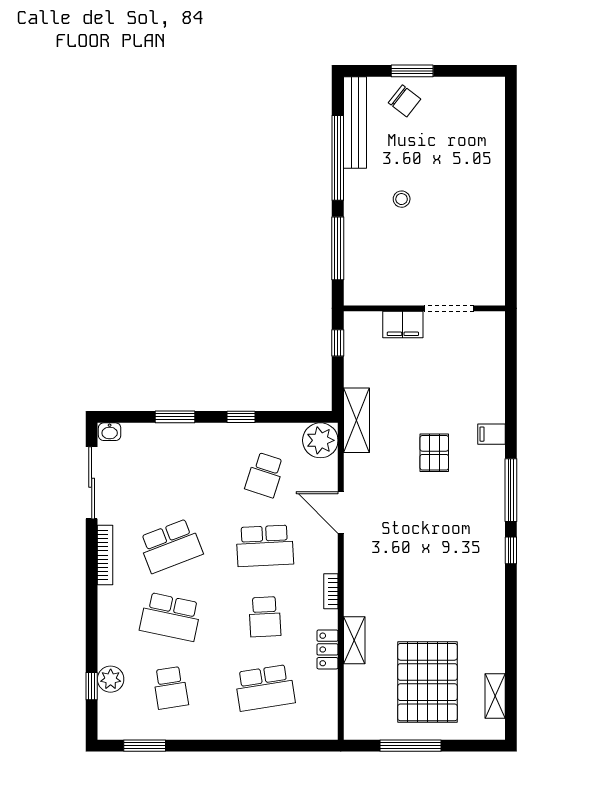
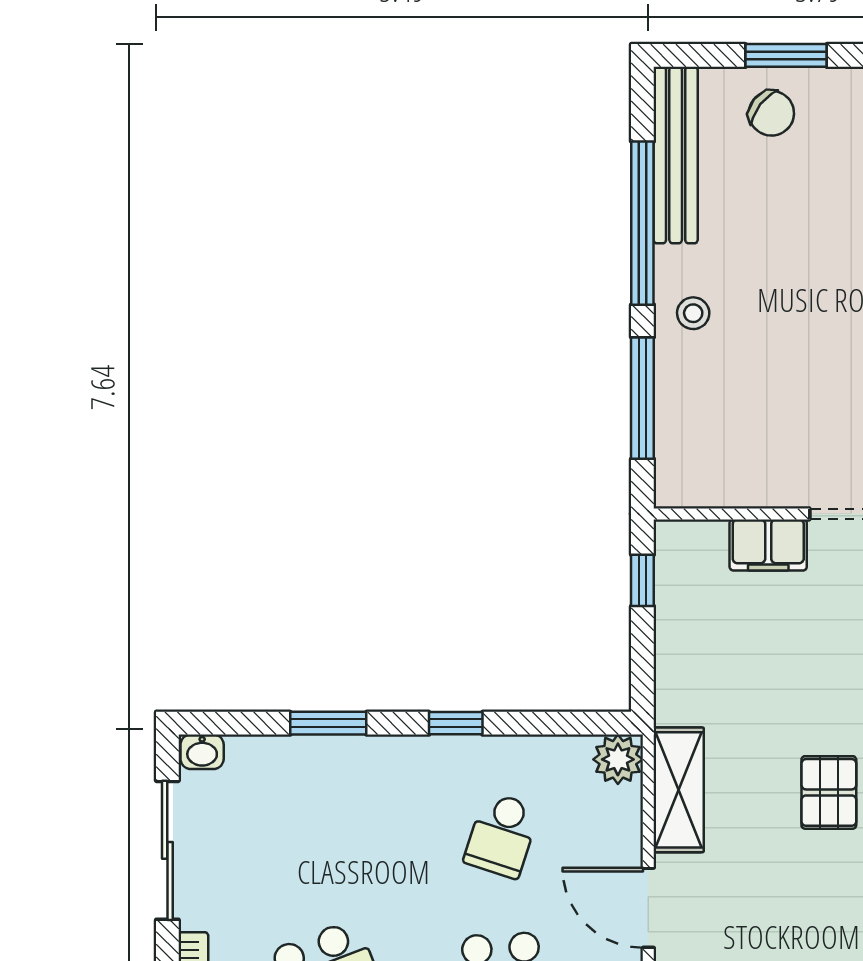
stool: (402, 199) -> (693, 313), moved
shelving: (356, 420) -> (679, 790), moved
plant: (320, 440) -> (618, 759), width x0.73, depth x0.73

